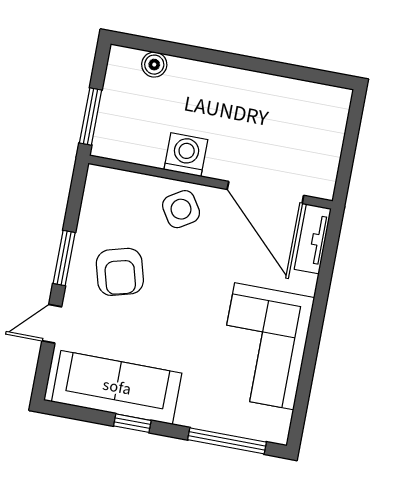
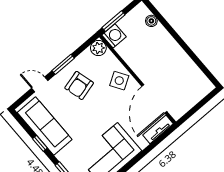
washing machine: (186, 155) -> (114, 36), moved
plant: (101, 182) -> (98, 48), added

